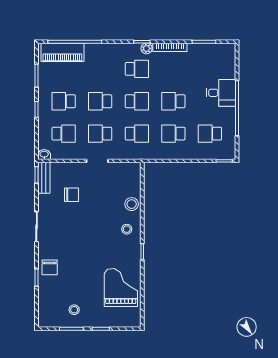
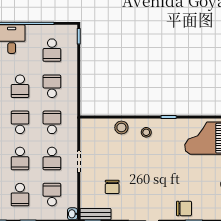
school desk: (173, 134) -> (52, 86), turned 180
chair: (71, 195) -> (112, 187), turned 180

